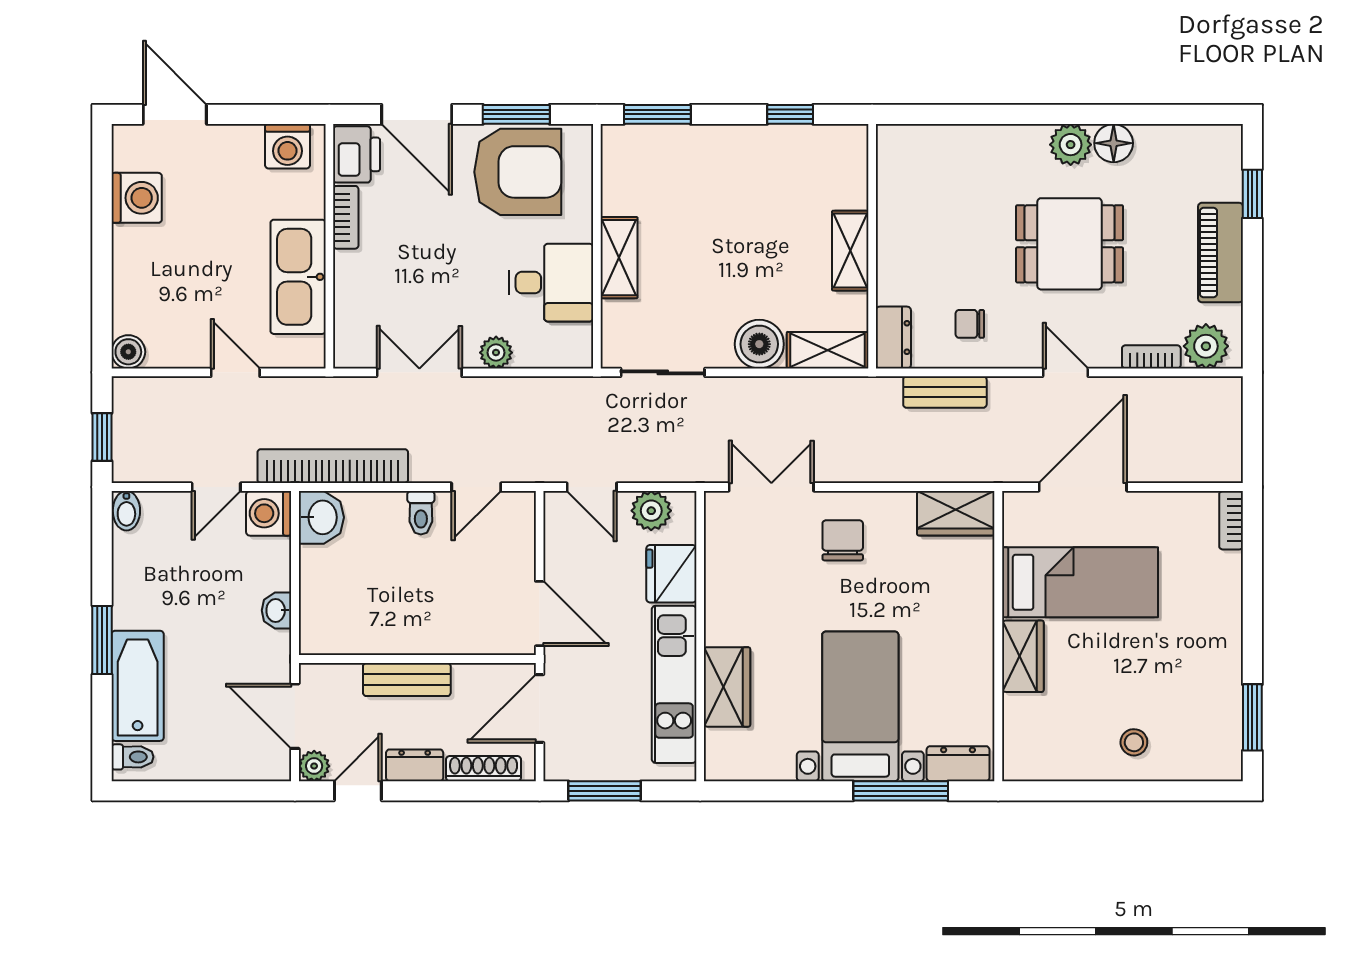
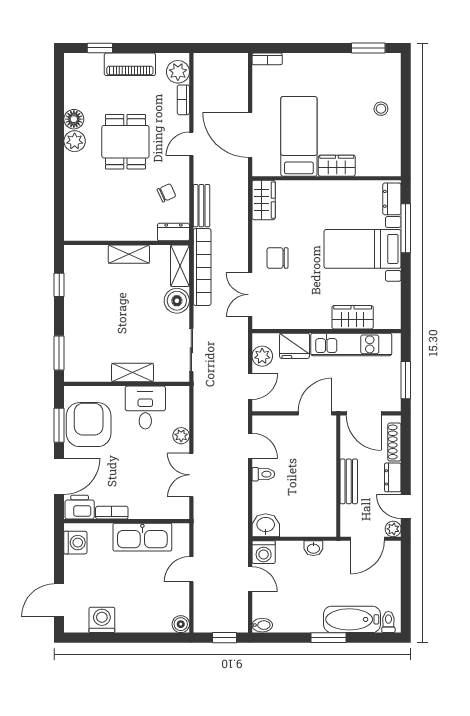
chair: (970, 324) -> (166, 193), turned -114
bookcase: (333, 466) -> (202, 267), moved, turned 180

